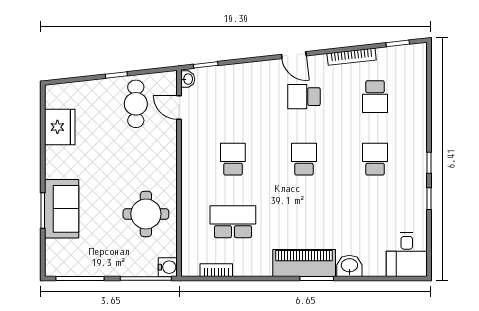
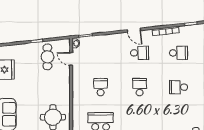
school desk: (304, 97) -> (140, 53), turned 180
school desk: (375, 97) -> (178, 53), turned -90
school desk: (375, 159) -> (178, 87), turned -90

